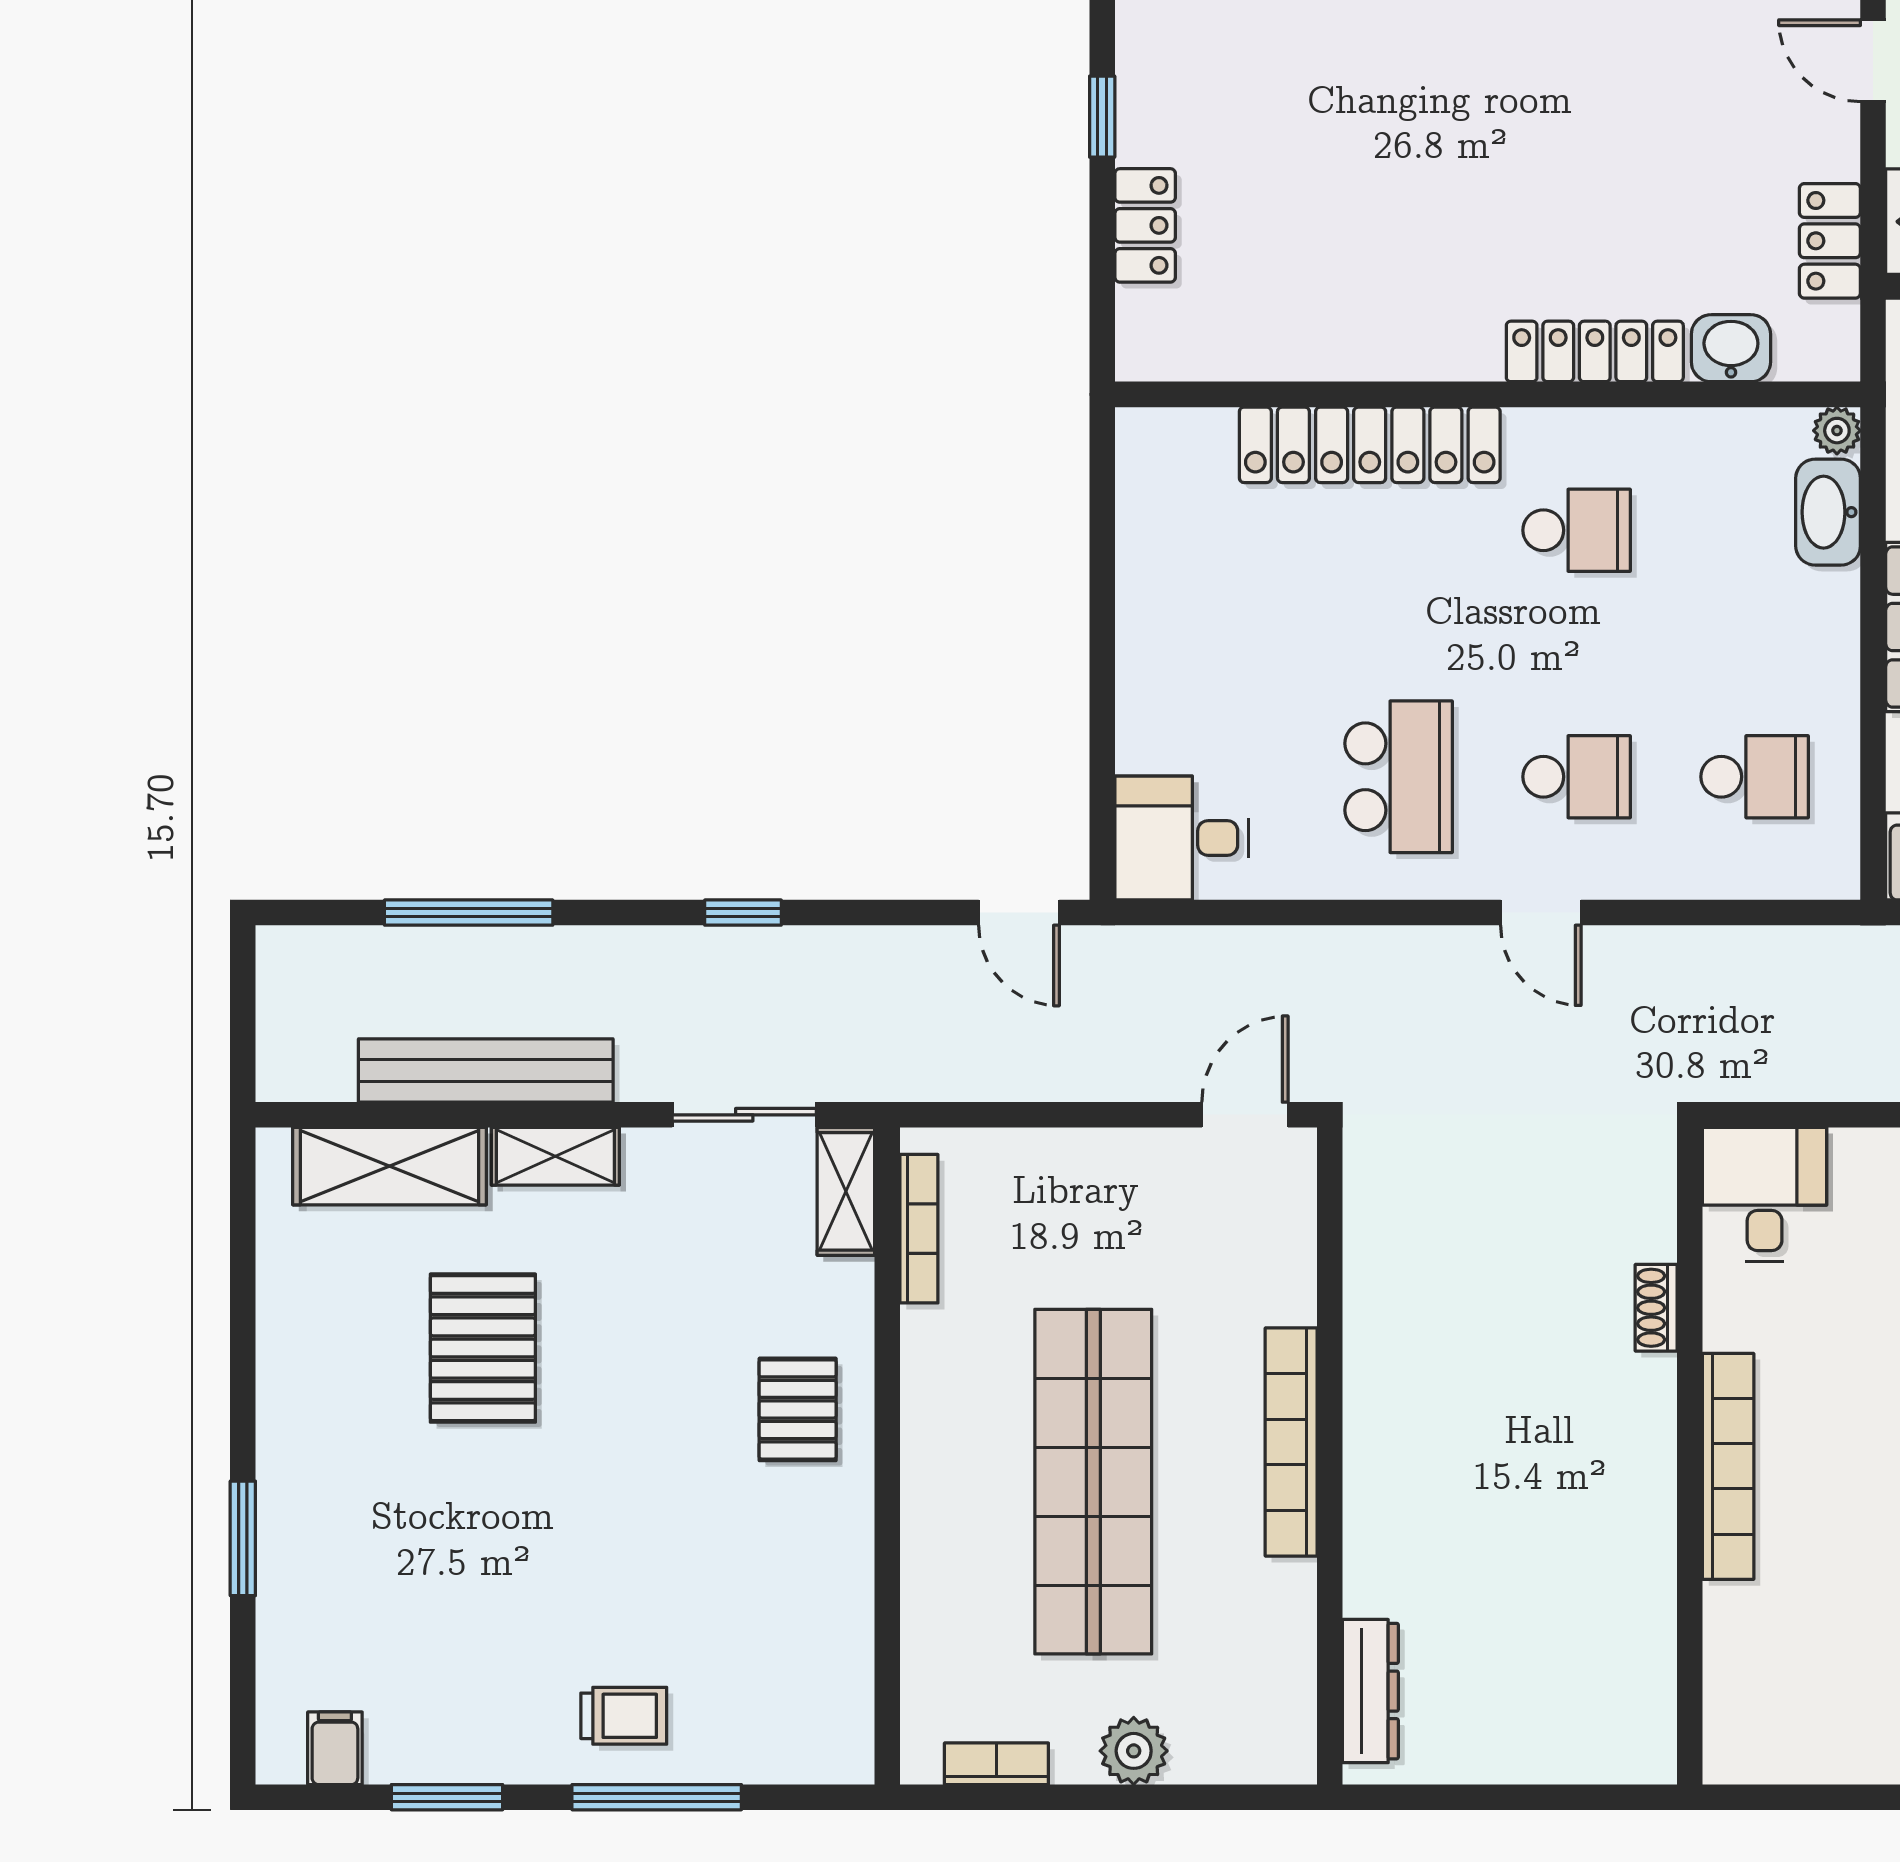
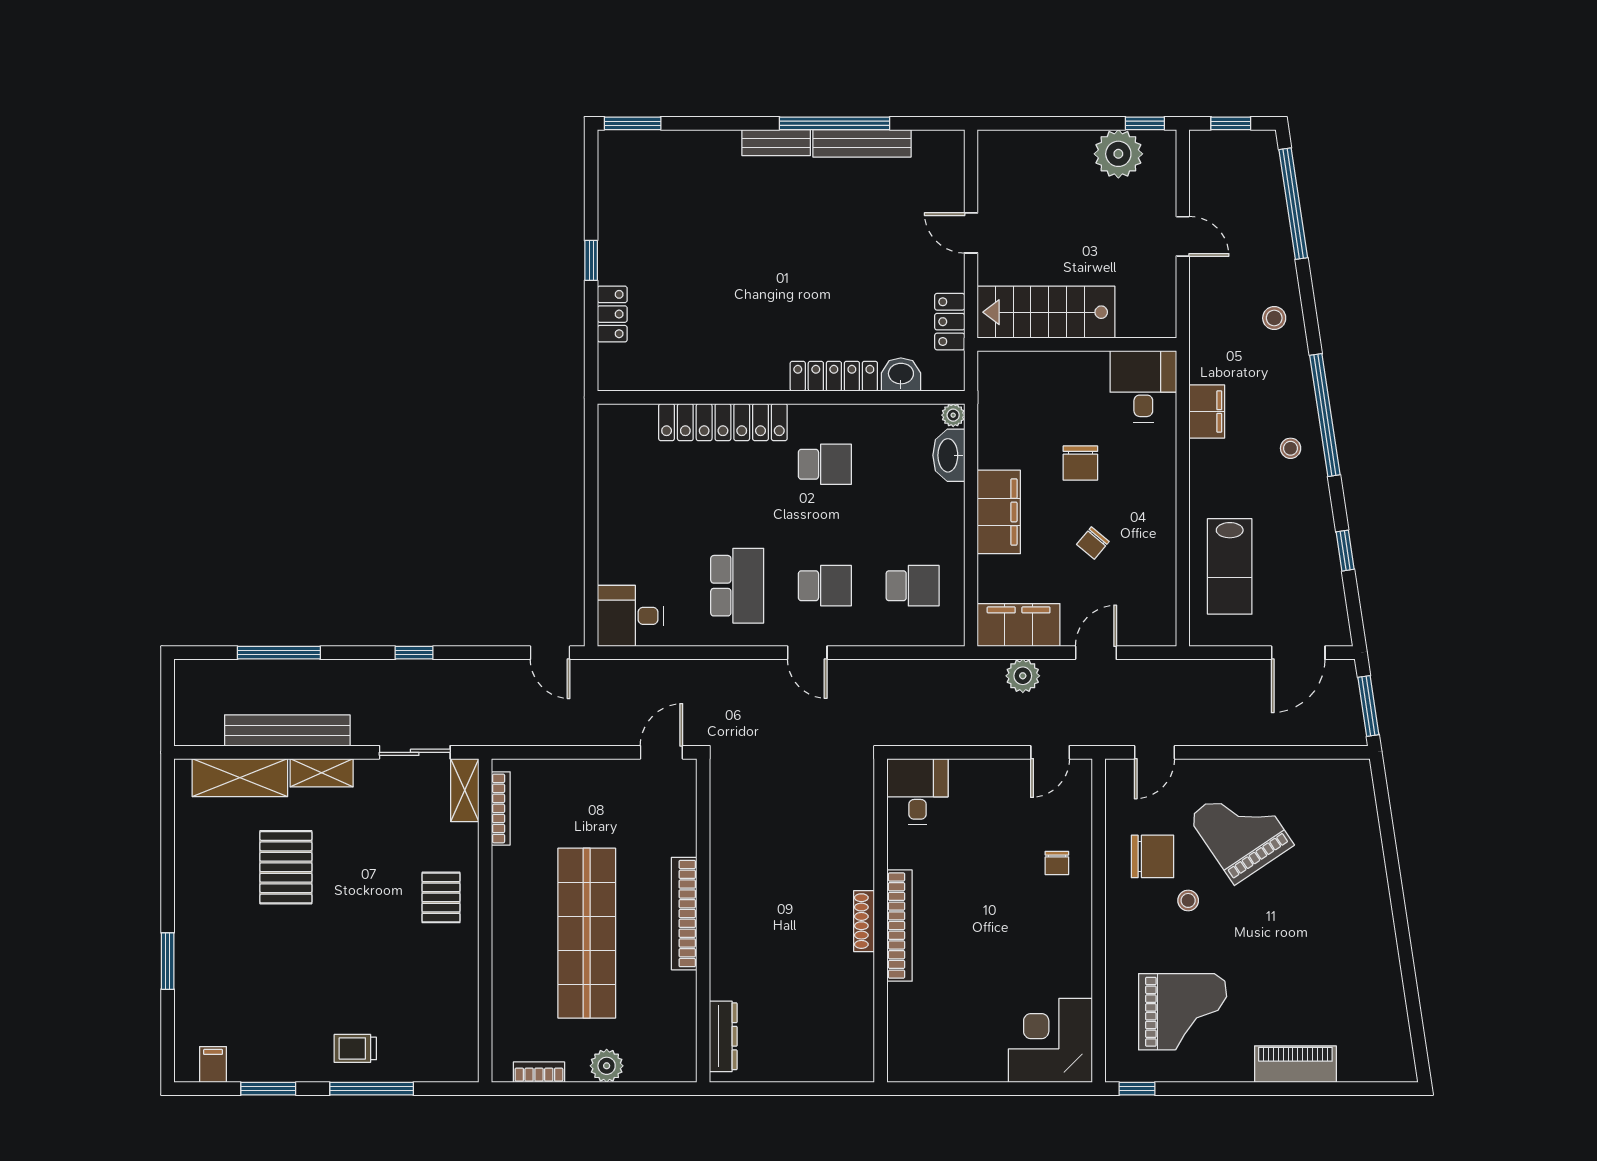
shoe rack: (1656, 1308) -> (864, 921), moved, width x1.43
trolley: (624, 1716) -> (355, 1048), turned 180

